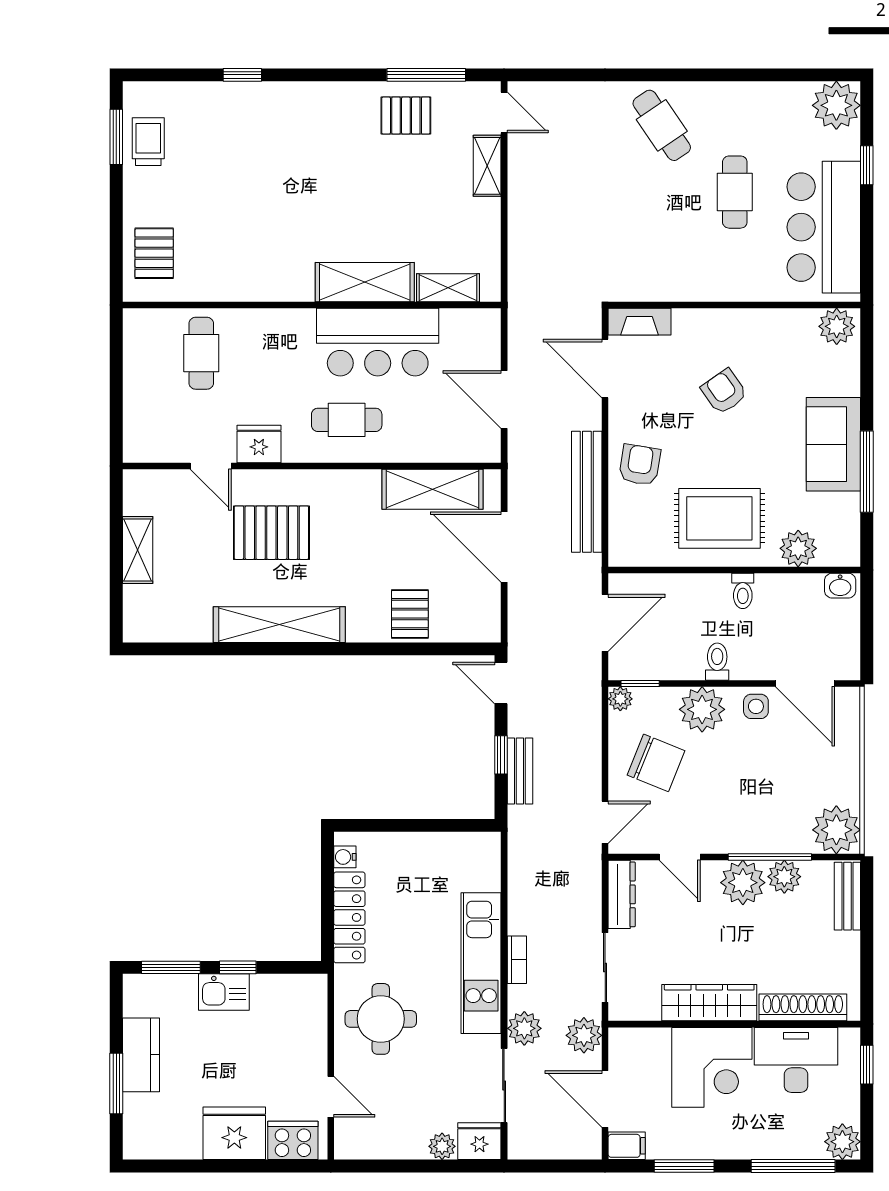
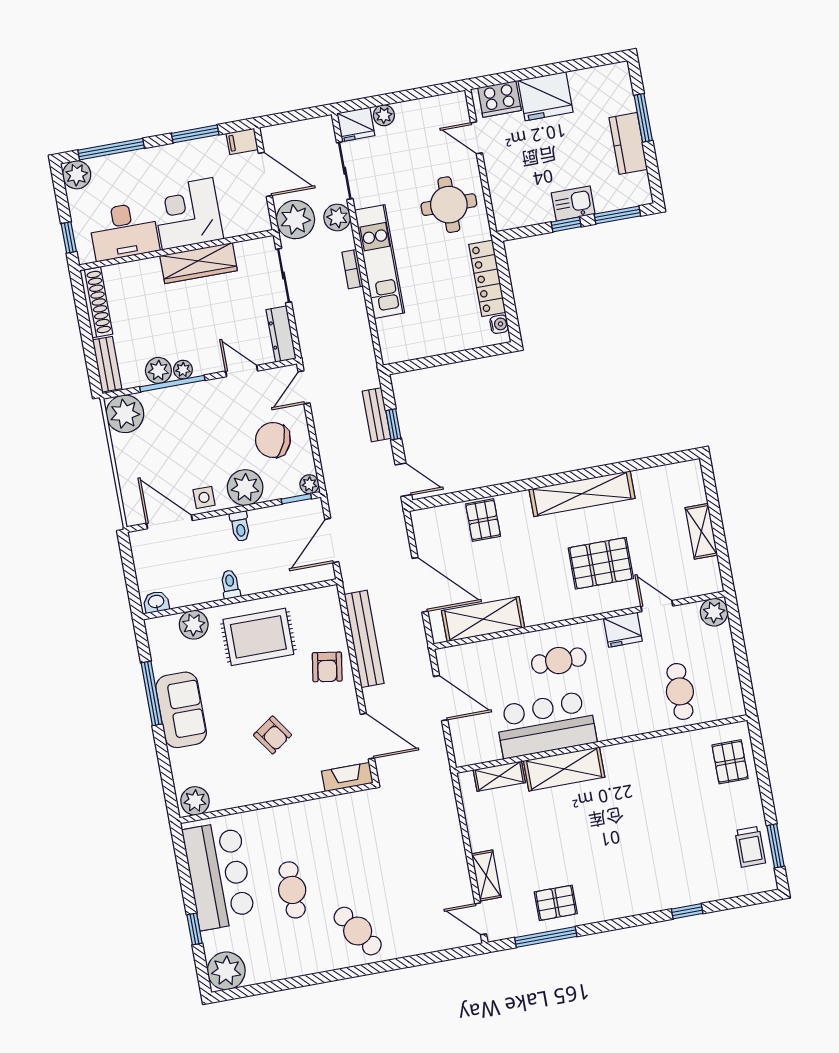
plant: (140, 445) -> (714, 612), added
plant: (743, 883) -> (183, 370), width x0.53, depth x0.53
shoe rack: (803, 1007) -> (96, 302), moved, turned -90
plant: (584, 1035) -> (295, 220), width x1.36, depth x1.36

